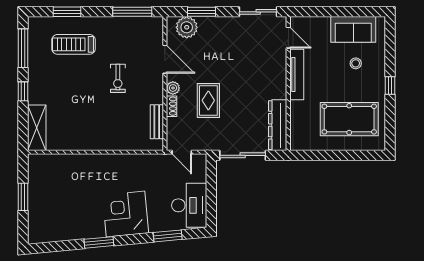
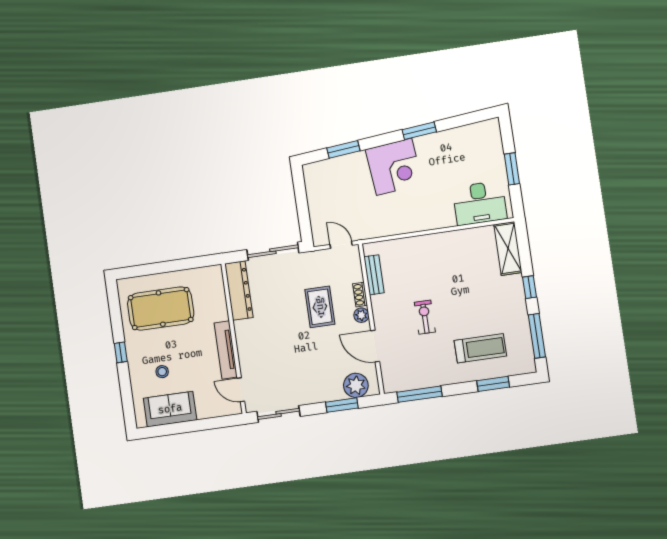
desk: (189, 205) -> (480, 203), moved, turned -90

